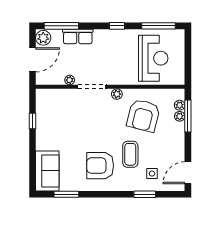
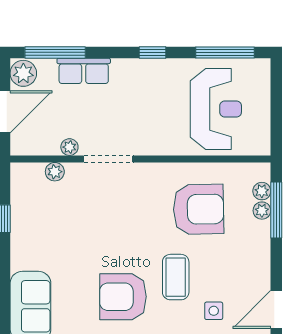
plant: (117, 94) -> (55, 172), moved
armchair: (143, 116) -> (198, 209), turned -105

